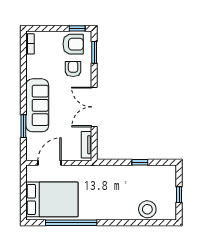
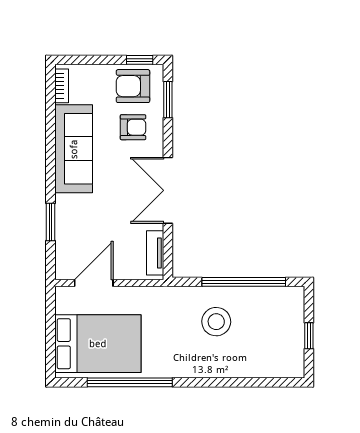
armchair: (73, 44) -> (133, 86), turned 180
armchair: (73, 69) -> (133, 127), turned 90
sofa: (37, 105) -> (74, 149), moved
window: (140, 162) -> (244, 282), width x3.17
stool: (147, 209) -> (216, 322), moved

